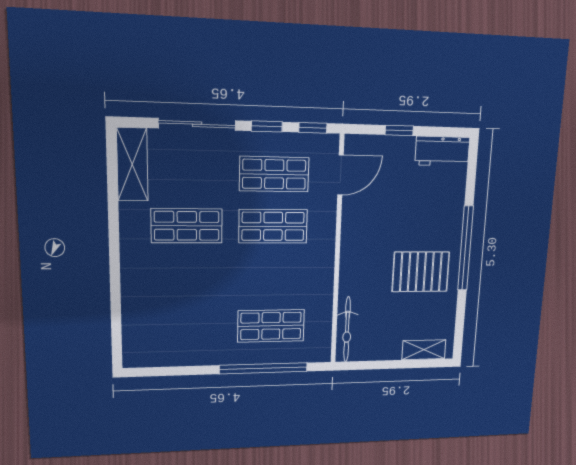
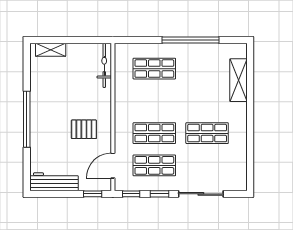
window: (399, 130) -> (93, 194), moved
workbench: (442, 151) -> (54, 182), width x1.38
shelving: (132, 165) -> (239, 80), moved
pallet: (421, 272) -> (84, 129), moved, width x0.67, depth x0.71
window: (264, 368) -> (191, 40), moved

